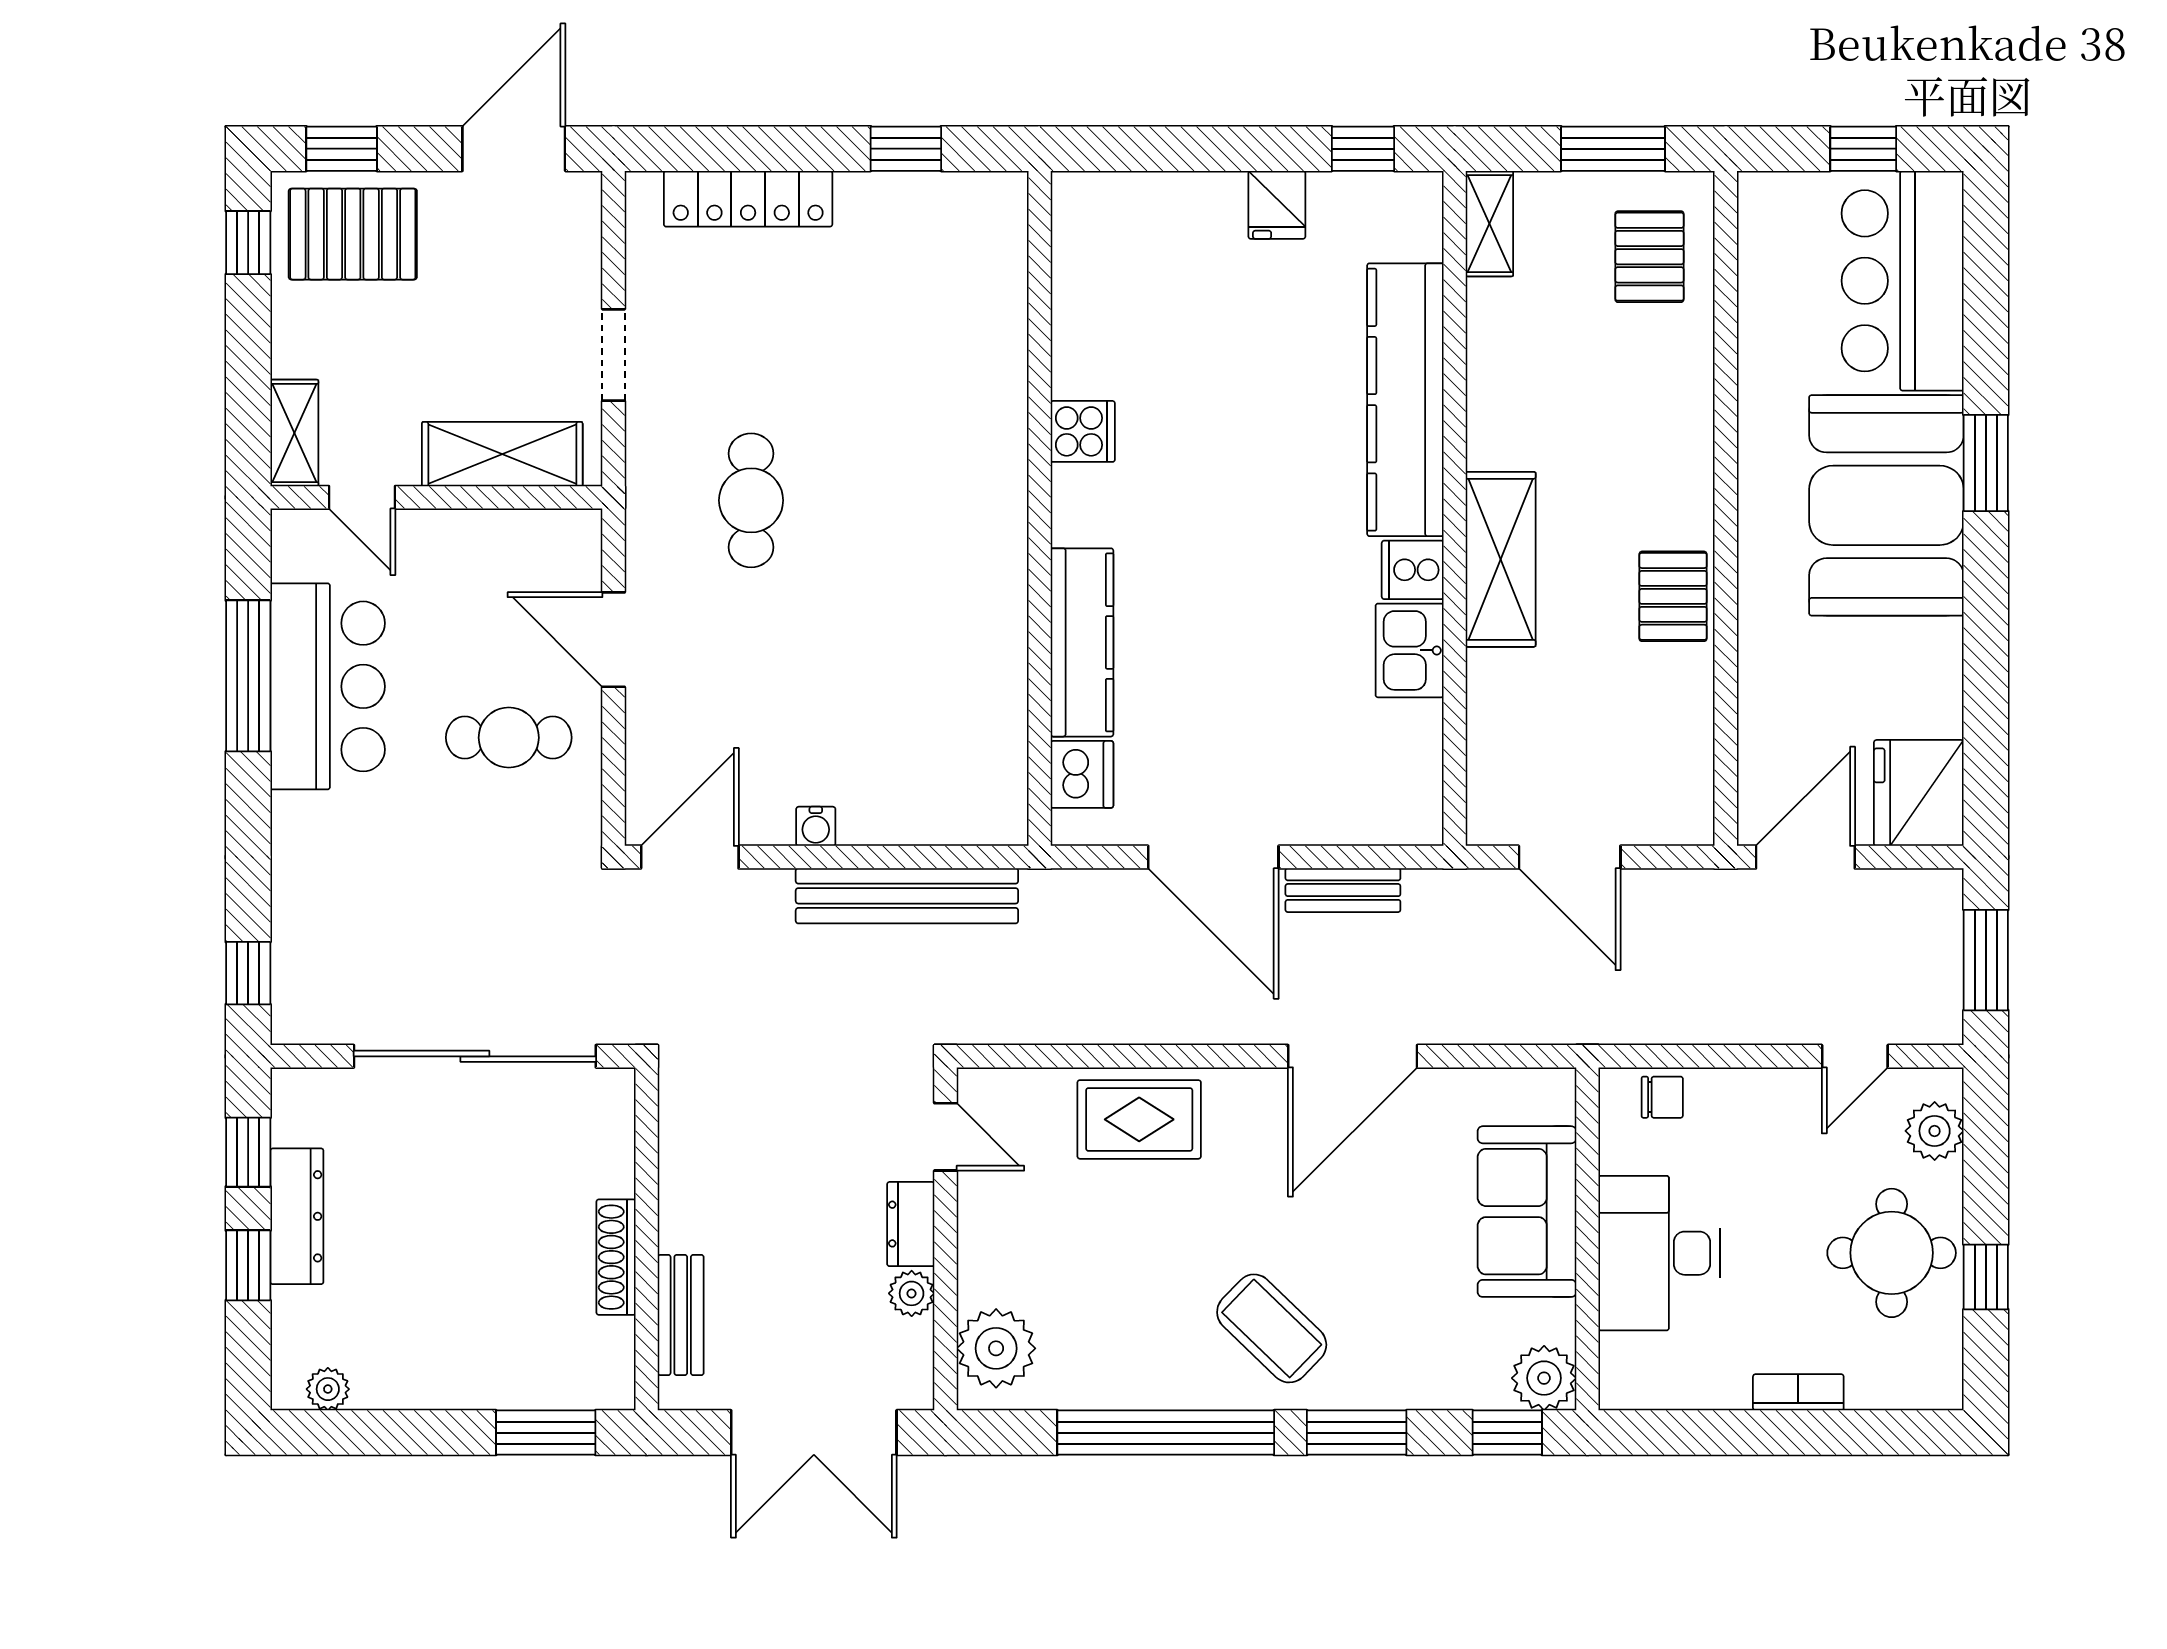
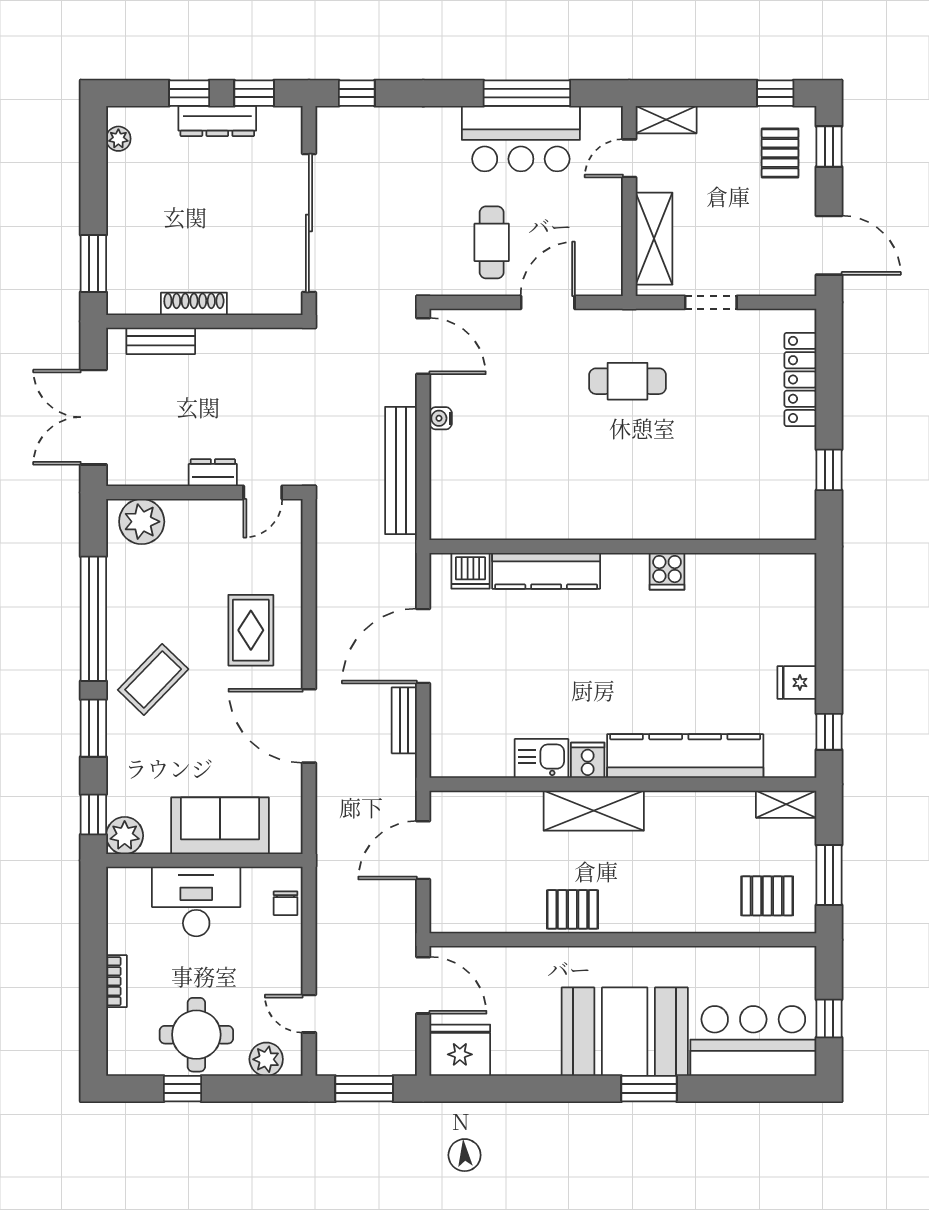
pallet: (353, 234) -> (780, 153), width x0.67, depth x0.71
rug: (1139, 1119) -> (251, 630), moved
plant: (912, 1293) -> (173, 473), removed

